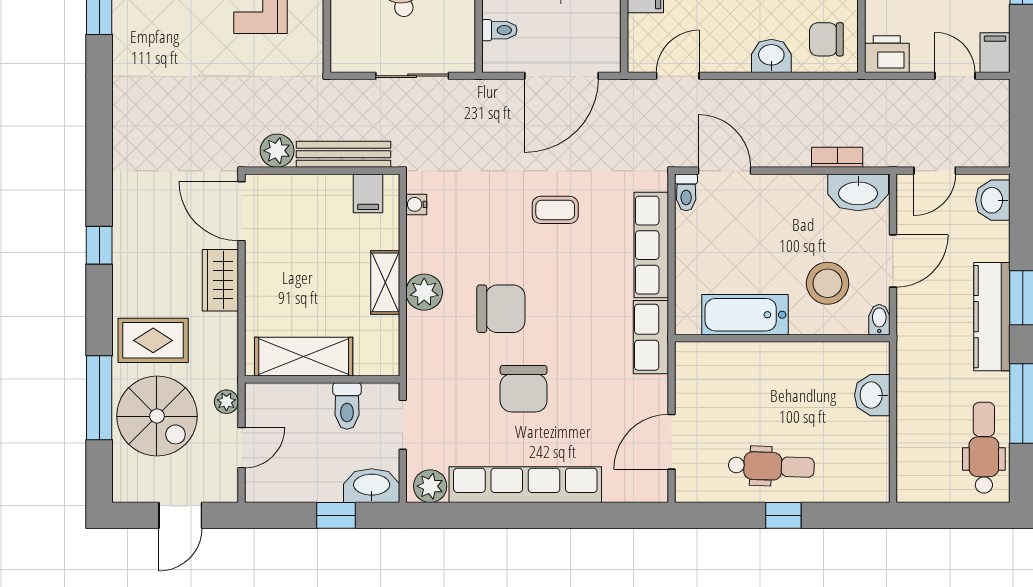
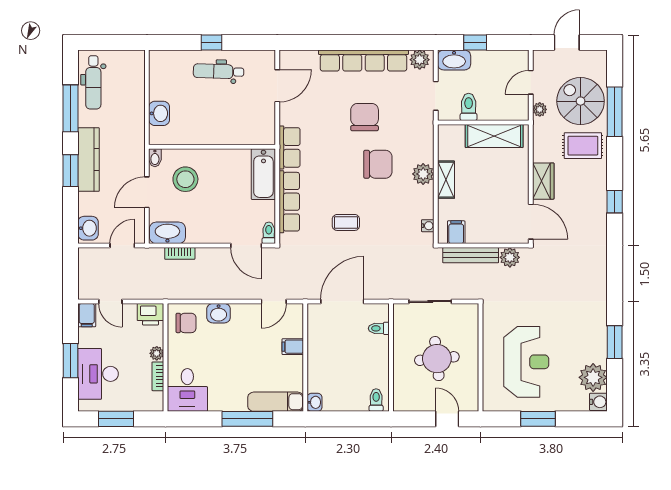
chair: (501, 309) -> (378, 164), turned 180
bathtub: (745, 315) -> (263, 174), moved, turned 90

